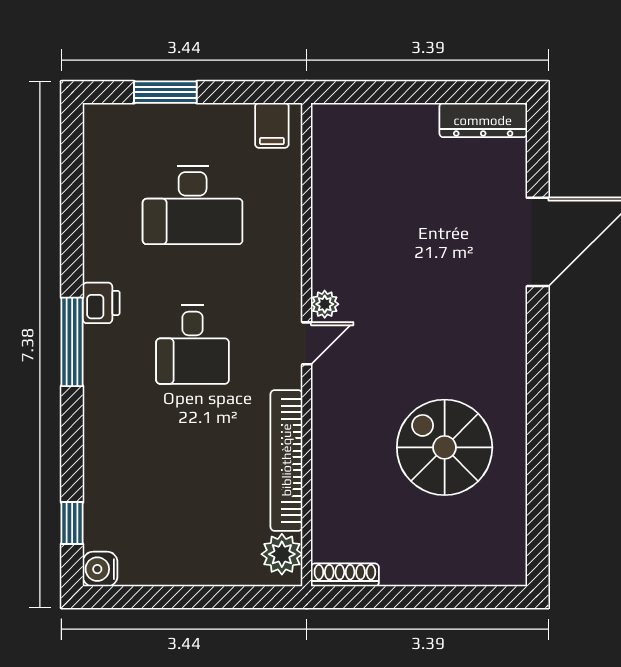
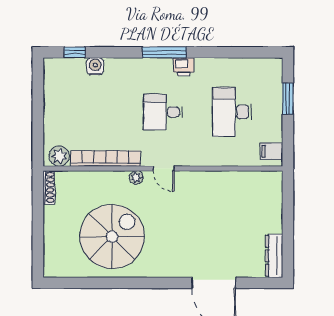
plant: (325, 304) -> (136, 177), moved
spiral stairs: (445, 447) -> (112, 237), width x1.37, depth x1.37
water cooler: (100, 569) -> (95, 66), moved

